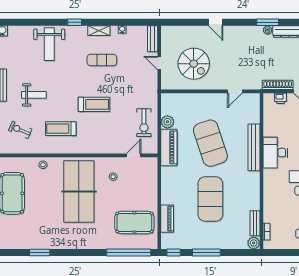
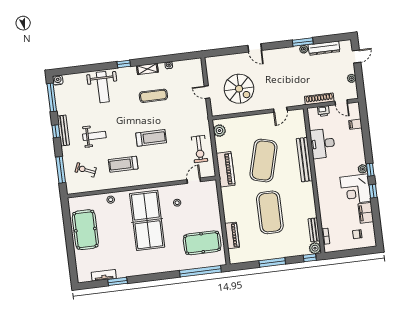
bench: (153, 39) -> (198, 70), removed
plant: (167, 122) -> (219, 131), moved
exercise mat: (210, 143) -> (264, 161), turned 33
desk: (275, 153) -> (323, 144), moved
tv unit: (26, 244) -> (104, 275), added
window: (174, 252) -> (310, 258), moved

